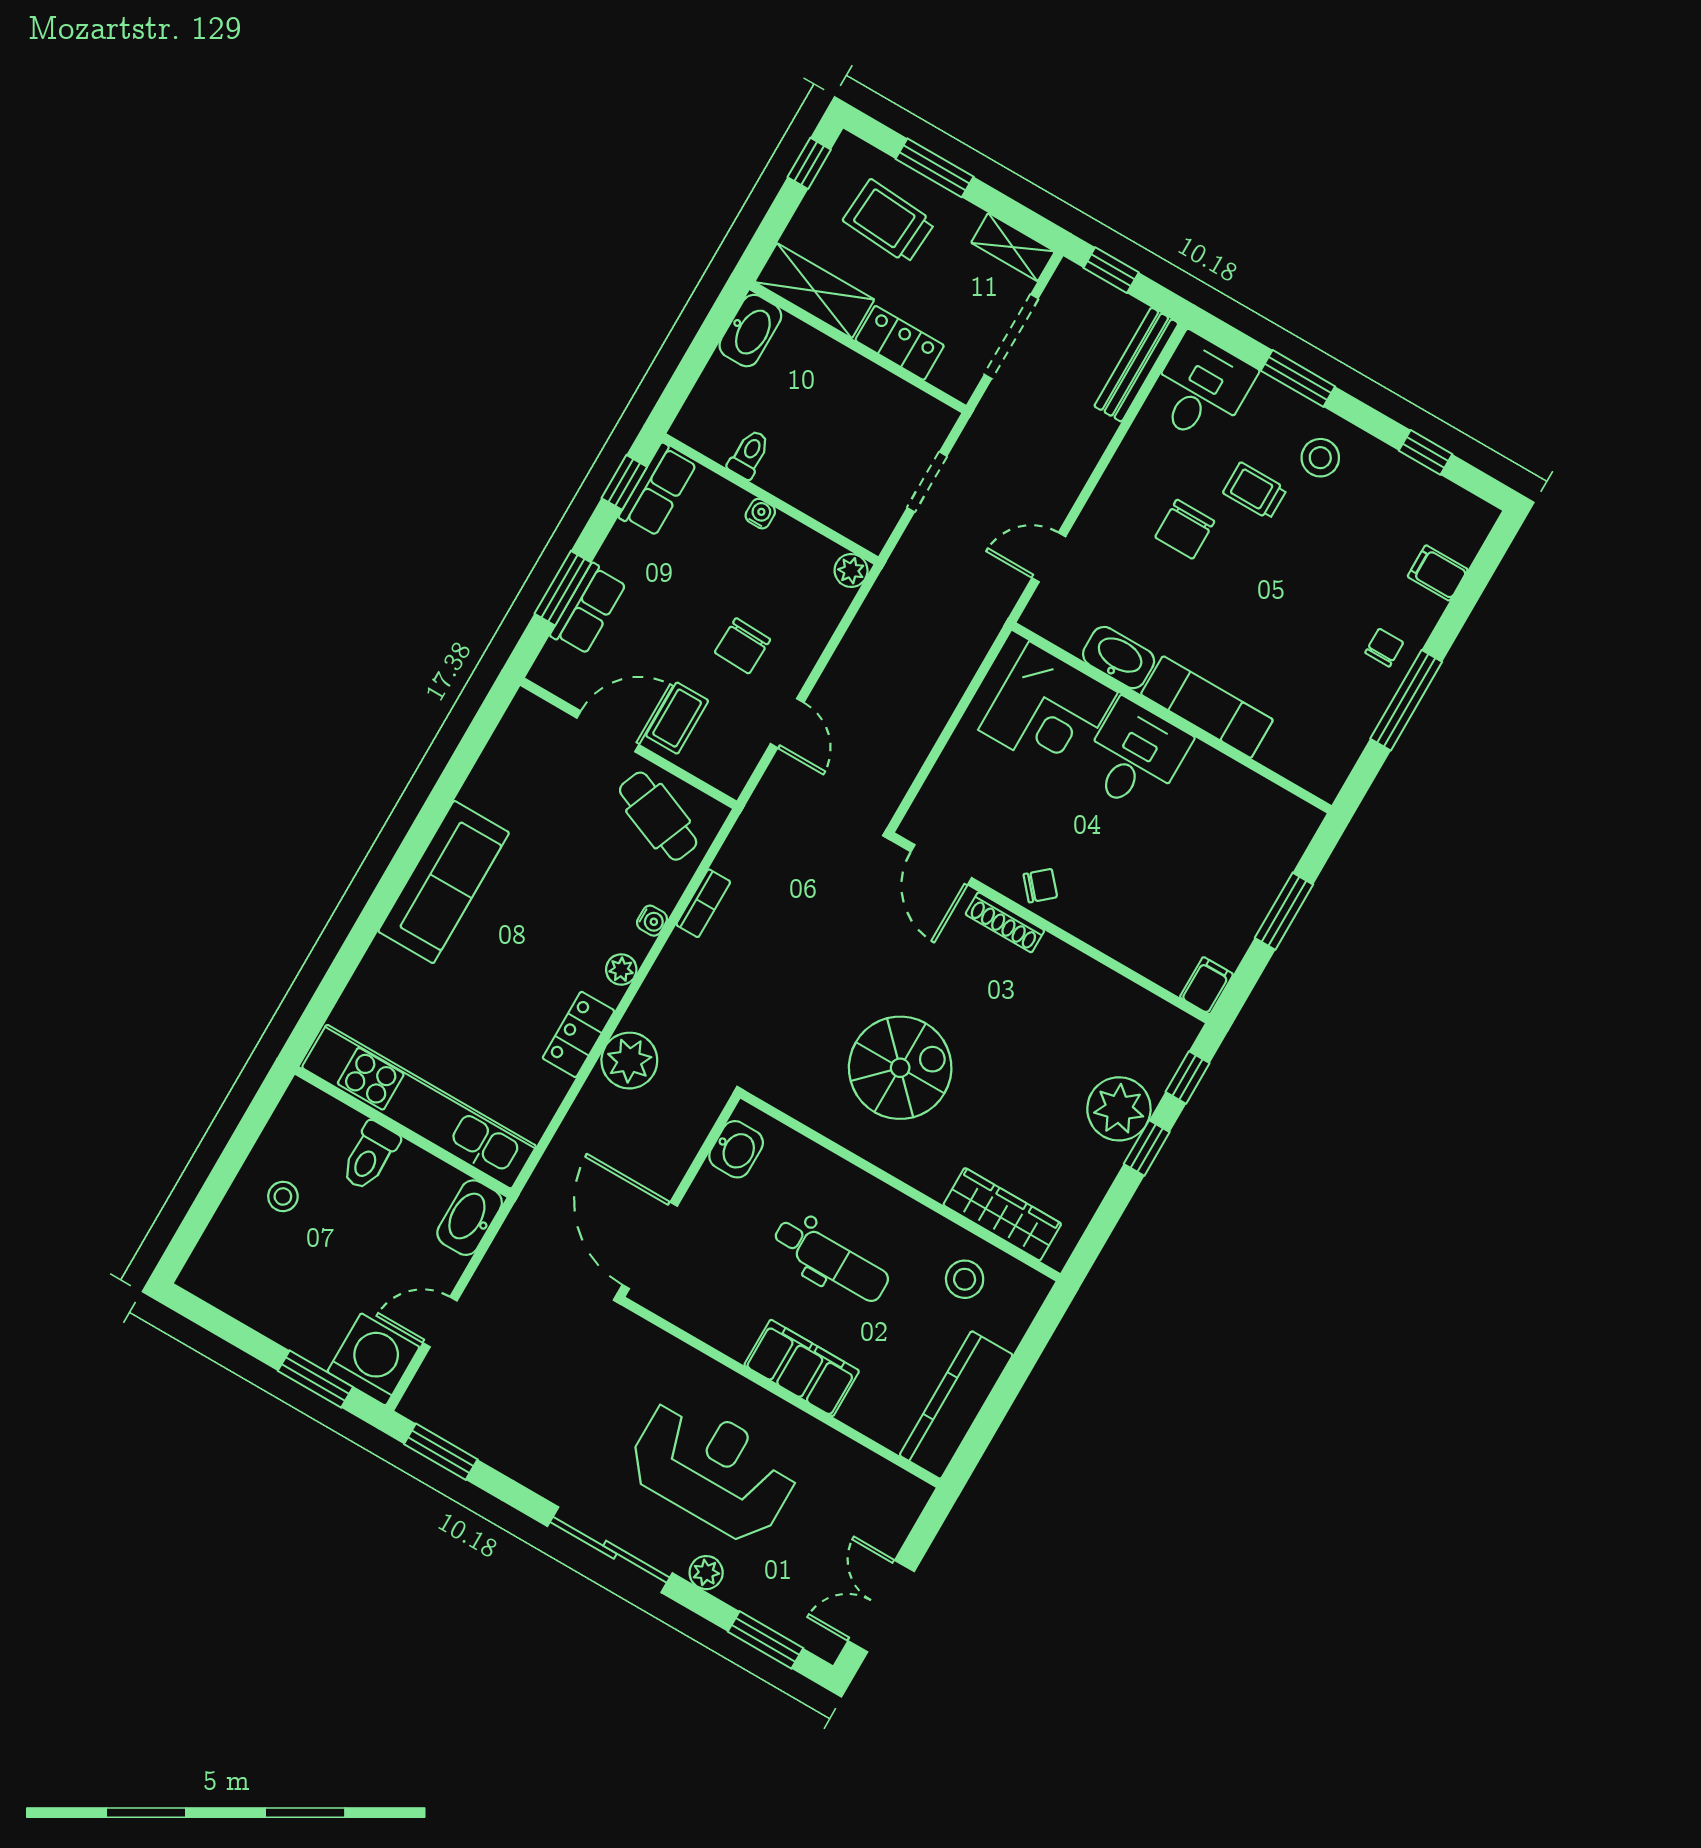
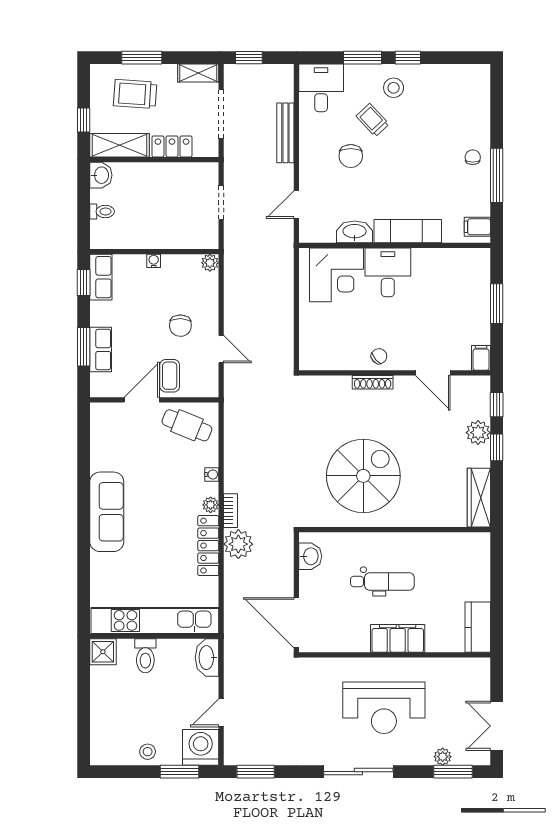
window: (809, 163) -> (84, 120), moved
washbasin: (750, 331) -> (101, 175), width x0.72
bench: (1136, 365) -> (285, 133), moved
window: (1426, 452) -> (408, 58), moved
toilet: (749, 454) -> (102, 212), moved, turned 90
trolley: (1255, 491) -> (373, 120), turned 47
filing cabinet: (1438, 573) -> (477, 227), moved
door: (941, 865) -> (433, 373), moved
bookcase: (703, 903) -> (230, 511), moved
locker: (578, 1034) -> (208, 546), width x1.53
spiral stairs: (900, 1068) -> (363, 476), width x1.37, depth x1.37
shower: (304, 1109) -> (103, 652), added
plant: (1119, 1109) -> (478, 433), width x0.73, depth x0.73
stool: (283, 1196) -> (148, 752), moved
wardrobe: (1002, 1214) -> (479, 498), moved, turned -90
stool: (965, 1279) -> (448, 555), removed
kitchen counter: (956, 1405) -> (478, 627), width x0.67
reception desk: (713, 1469) -> (384, 708), turned 180
plant: (706, 1573) -> (443, 757), moved

